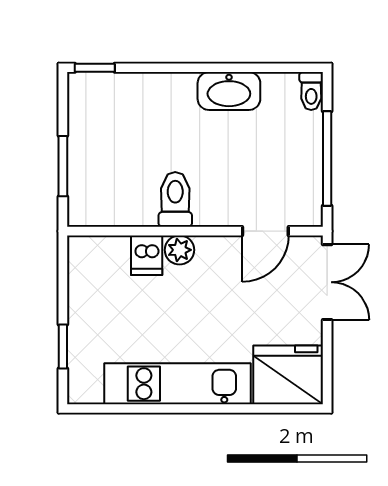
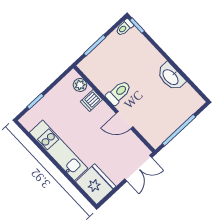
toilet: (311, 91) -> (124, 27), moved
door: (265, 231) -> (125, 120), moved
plant: (179, 250) -> (80, 85), moved

